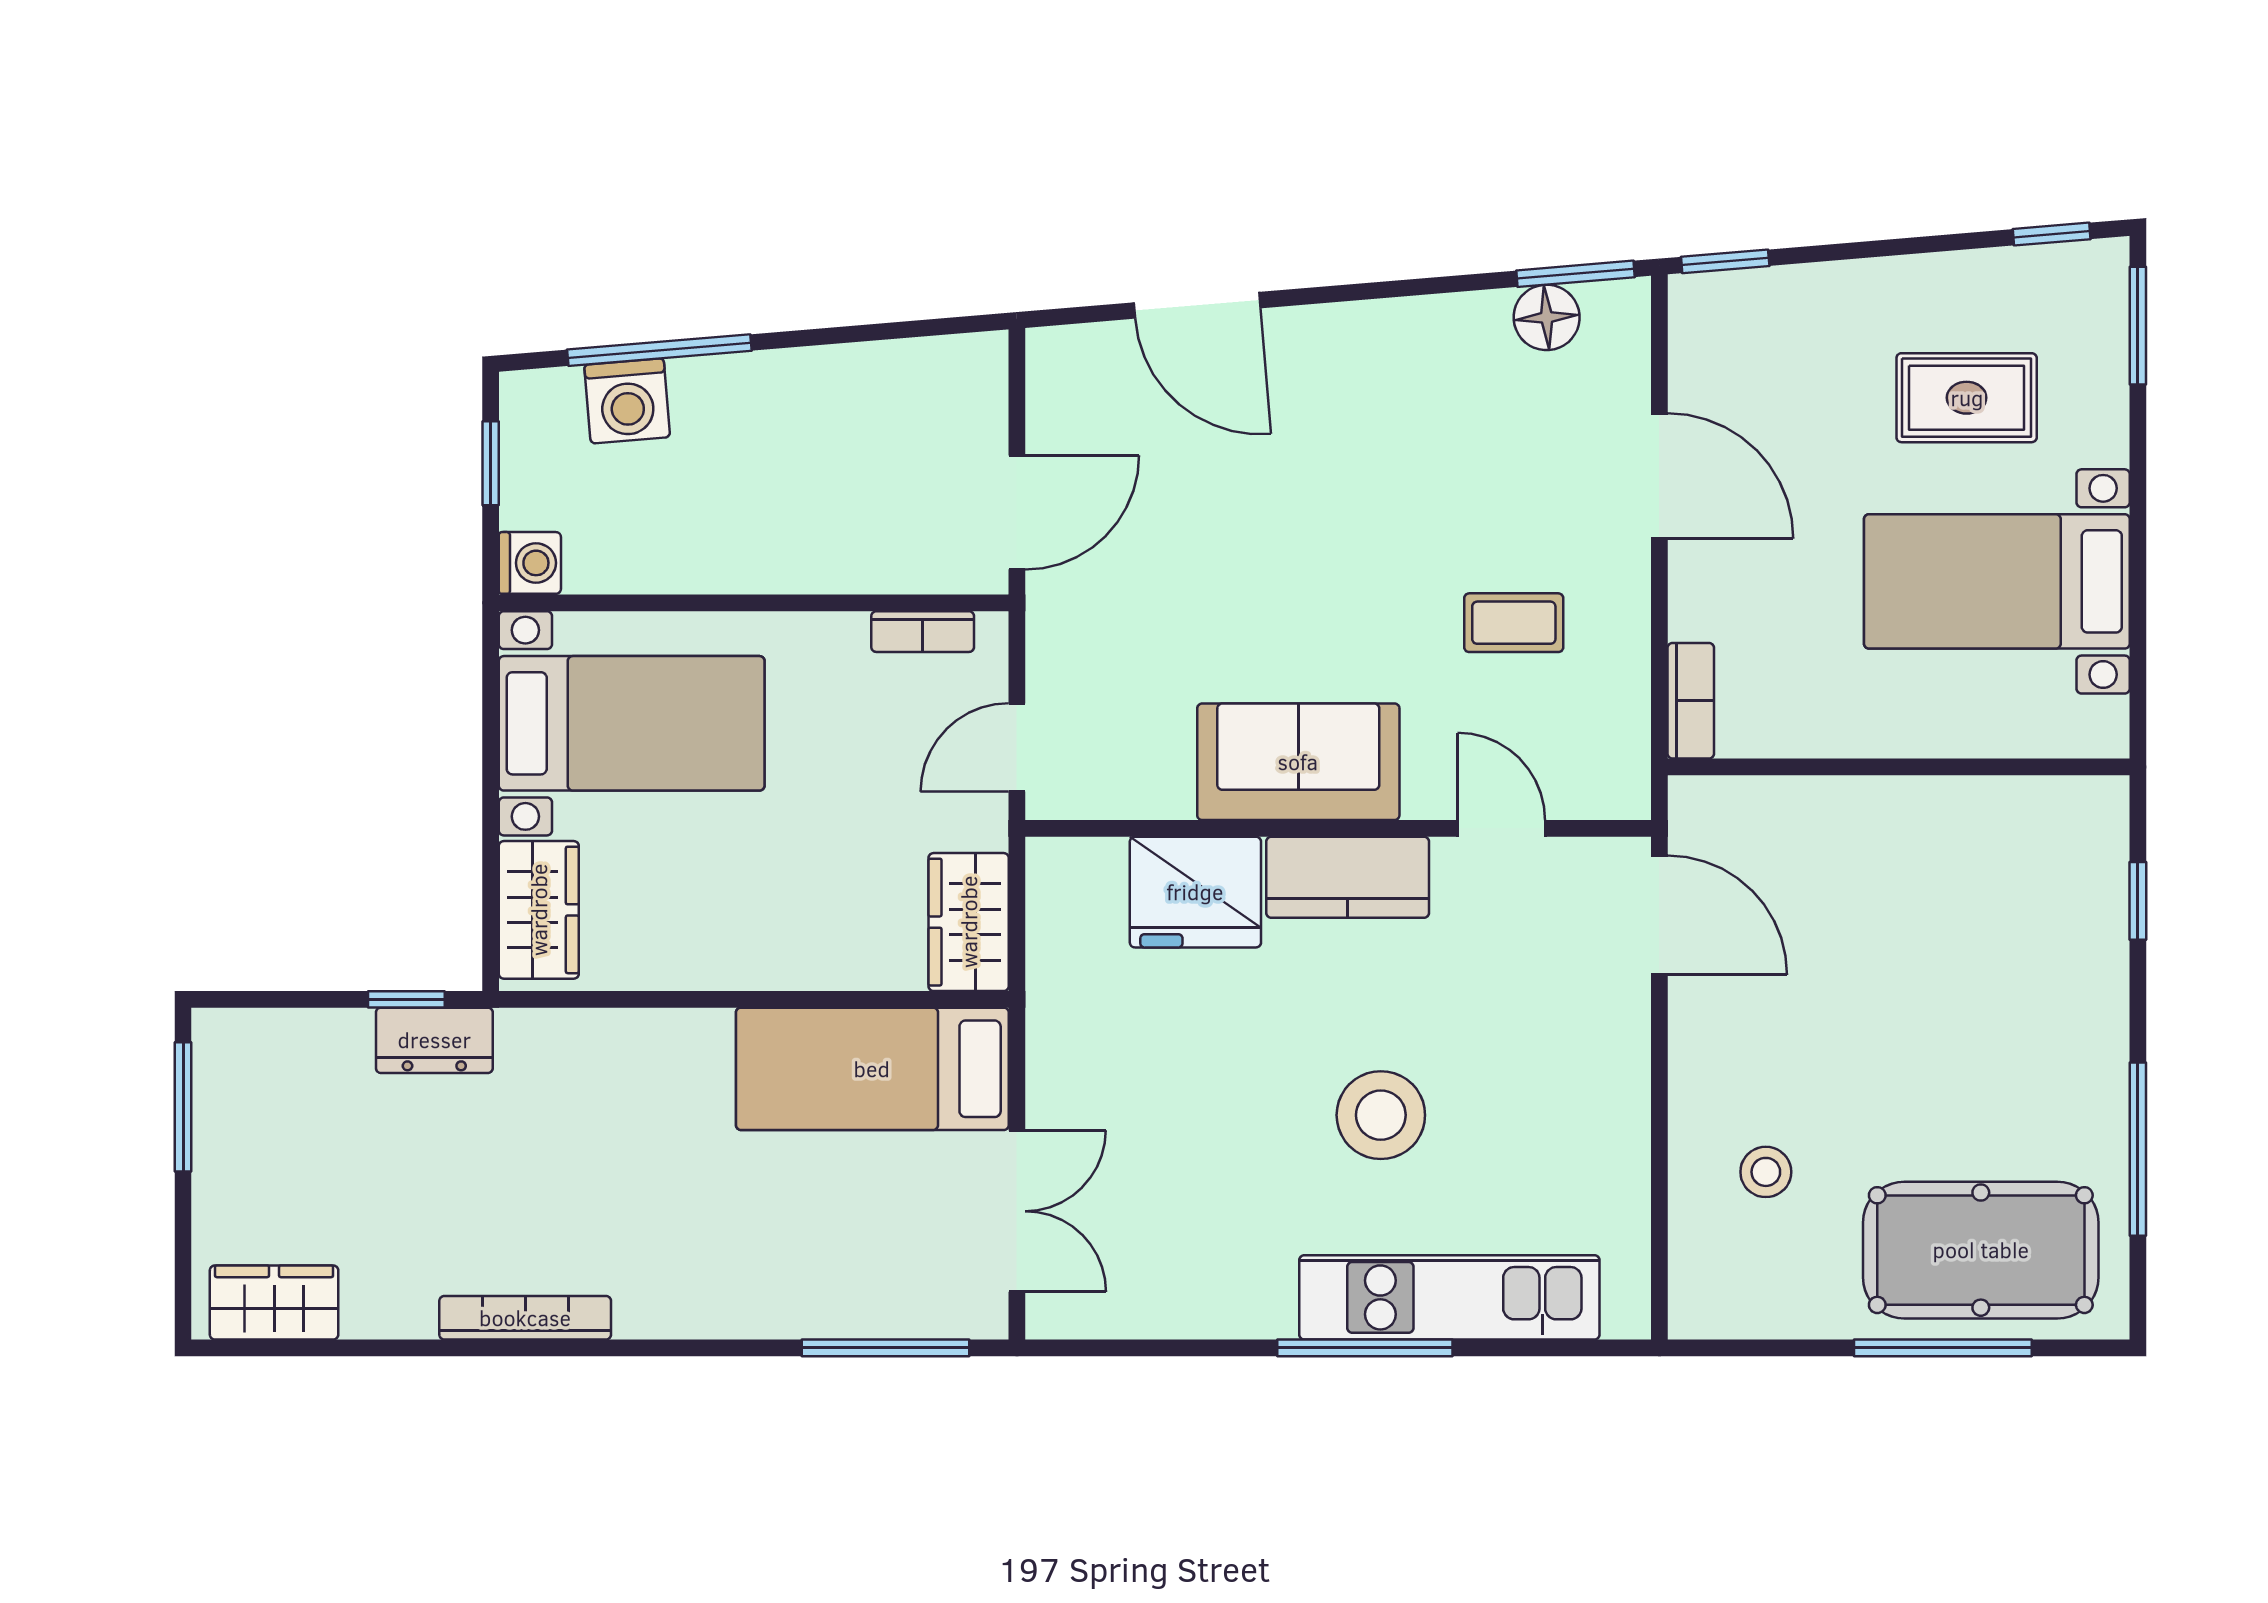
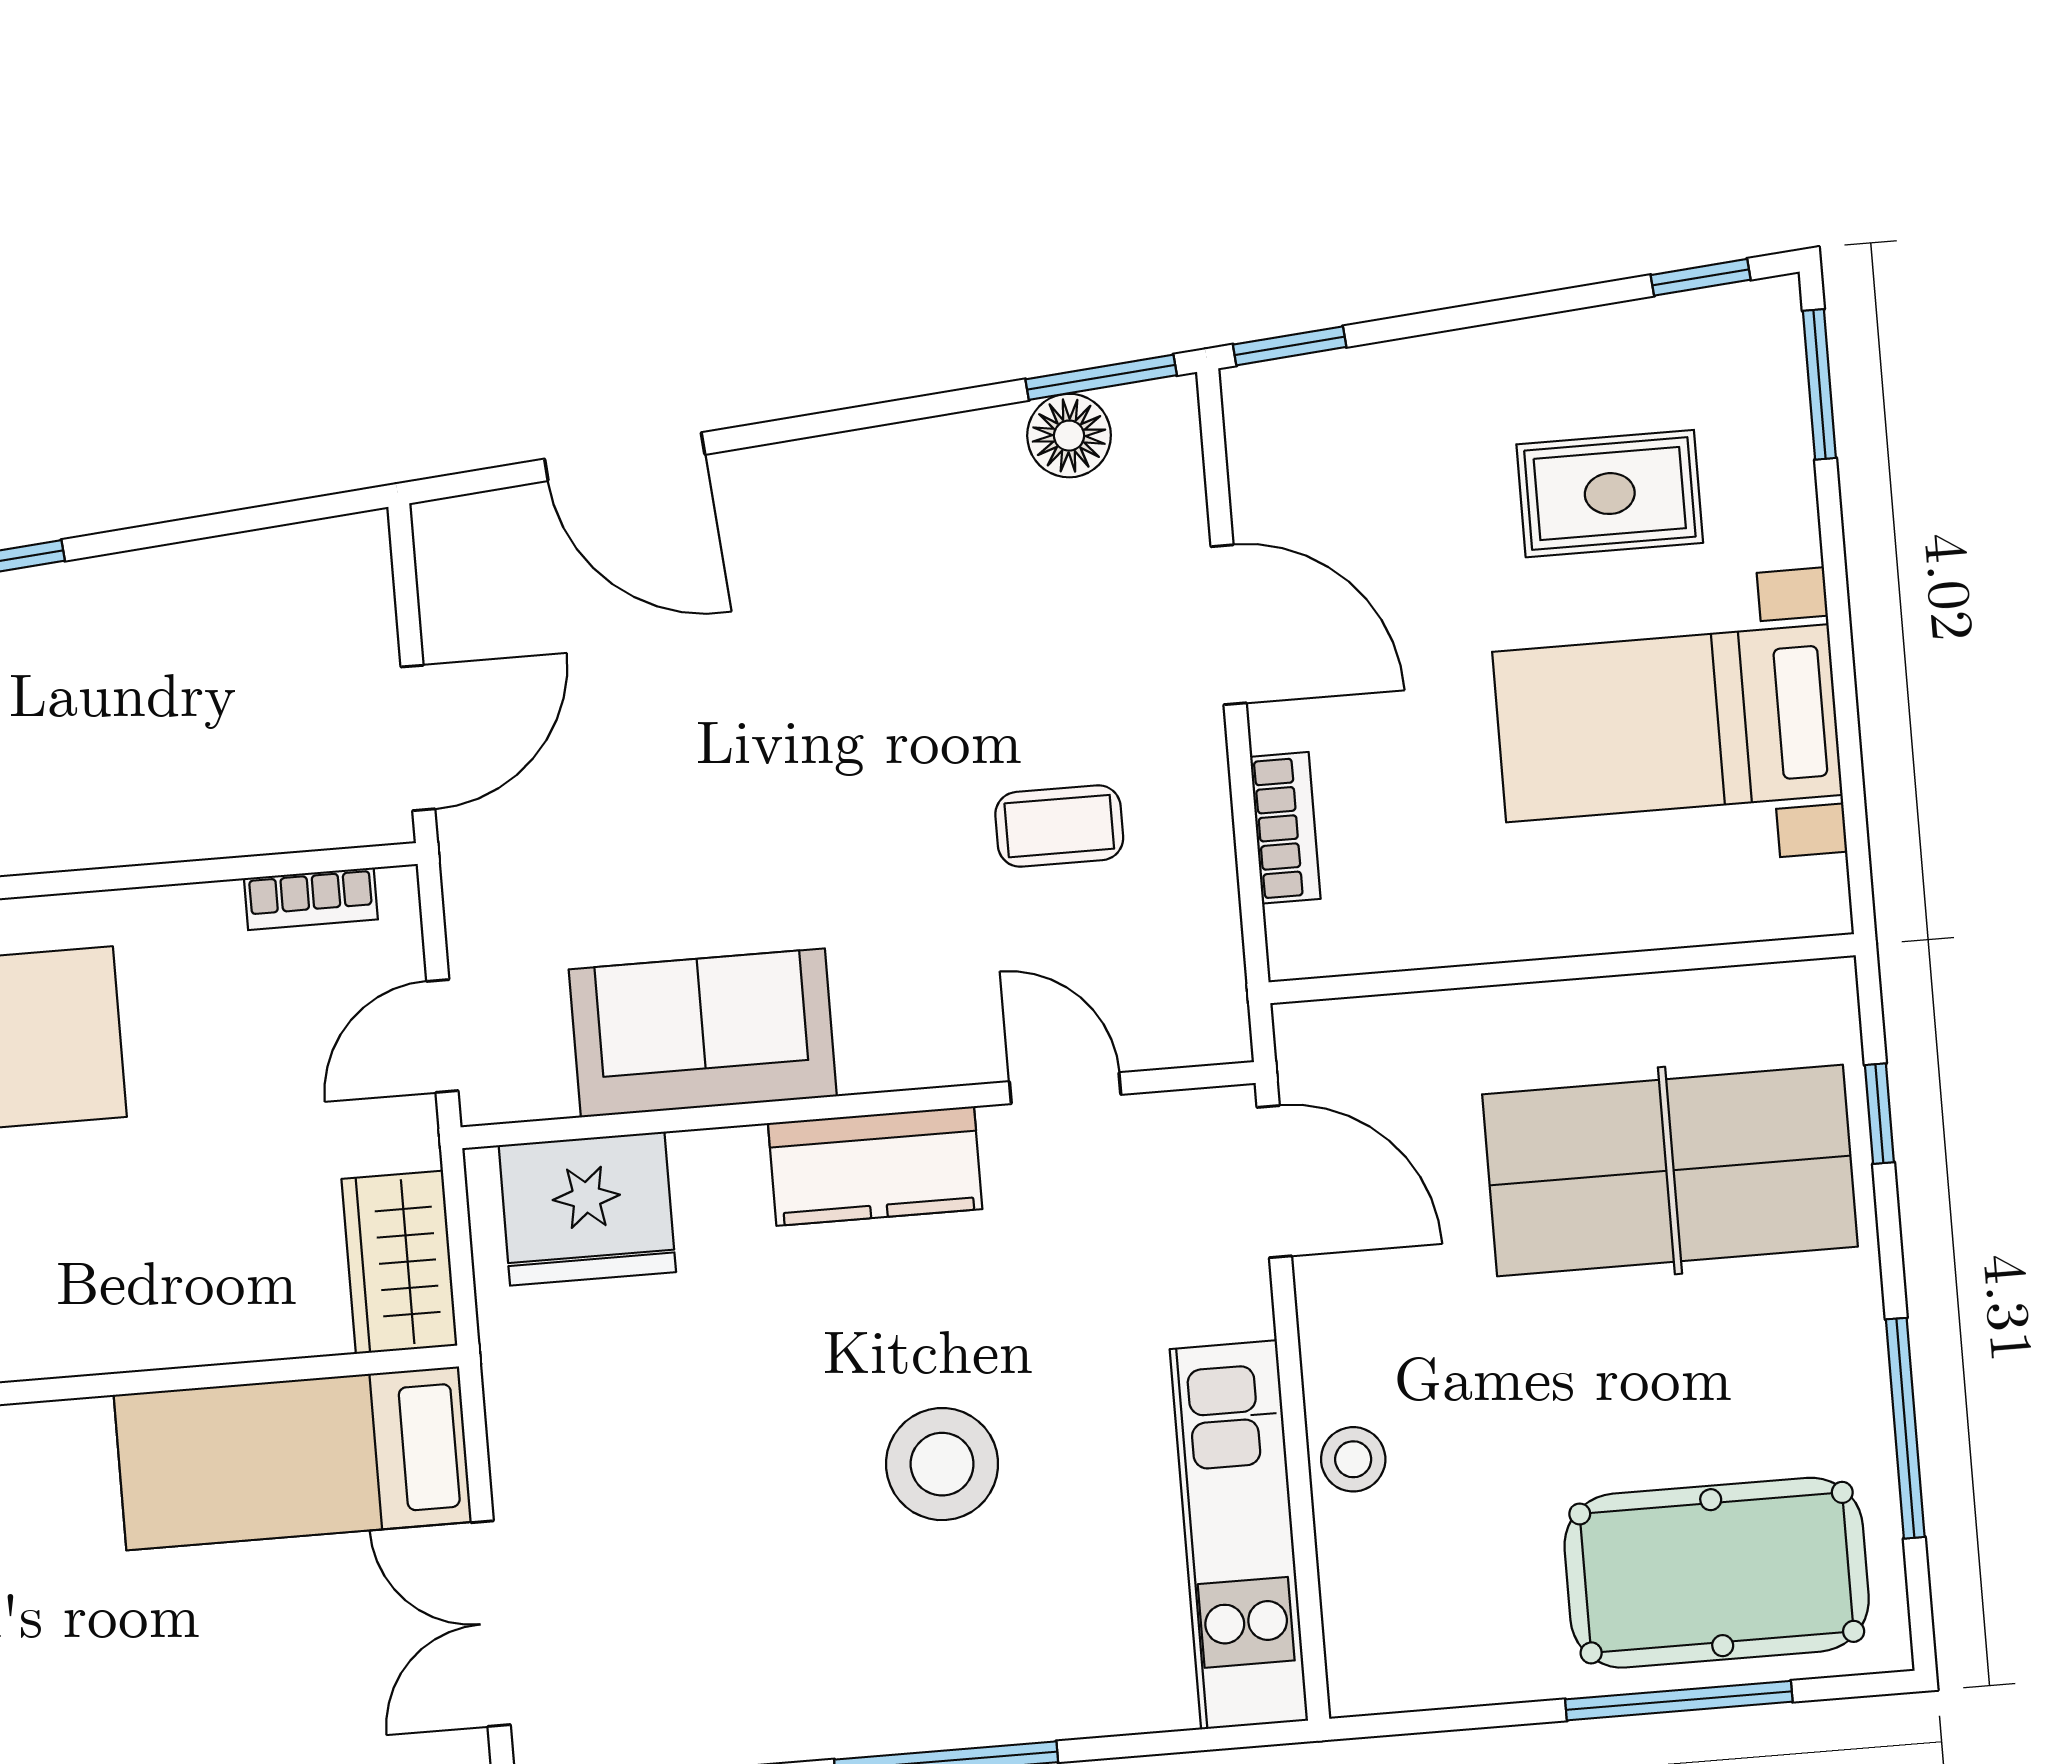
bookcase: (1691, 701) -> (1285, 828), moved
sofa: (1298, 762) -> (703, 1033), moved
fridge: (1195, 892) -> (587, 1209), moved
table tennis table: (1970, 932) -> (1670, 1170), added
stool: (1766, 1172) -> (1353, 1459), moved
double door: (1017, 1211) -> (491, 1624), swing flipped
kitchen unit: (1449, 1297) -> (1239, 1535), moved, turned -90

